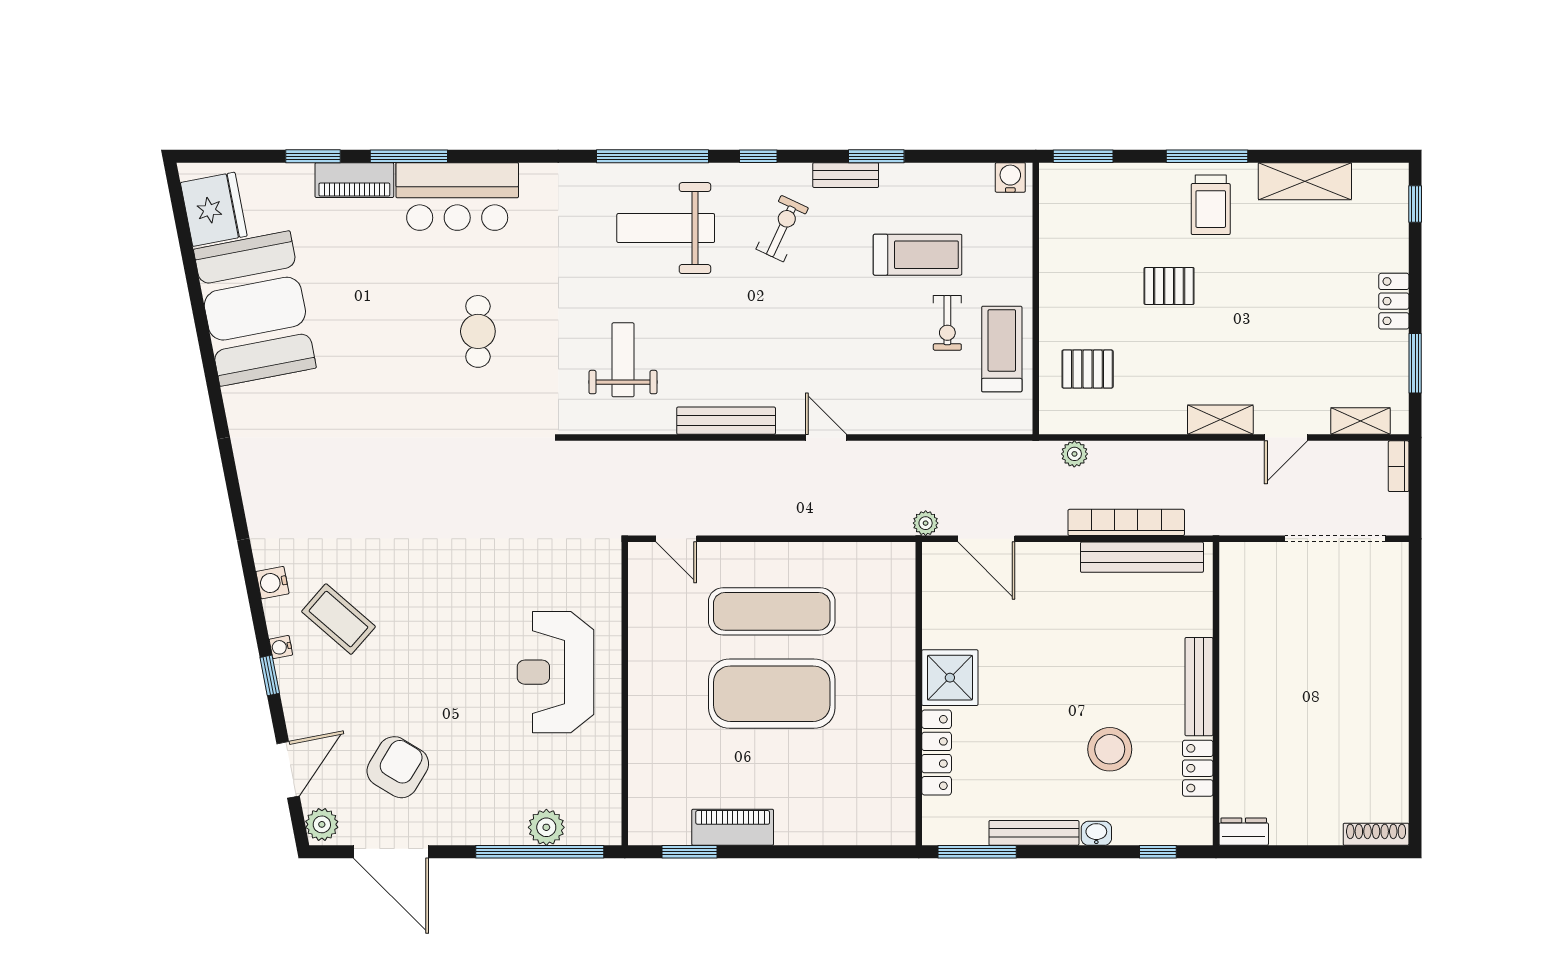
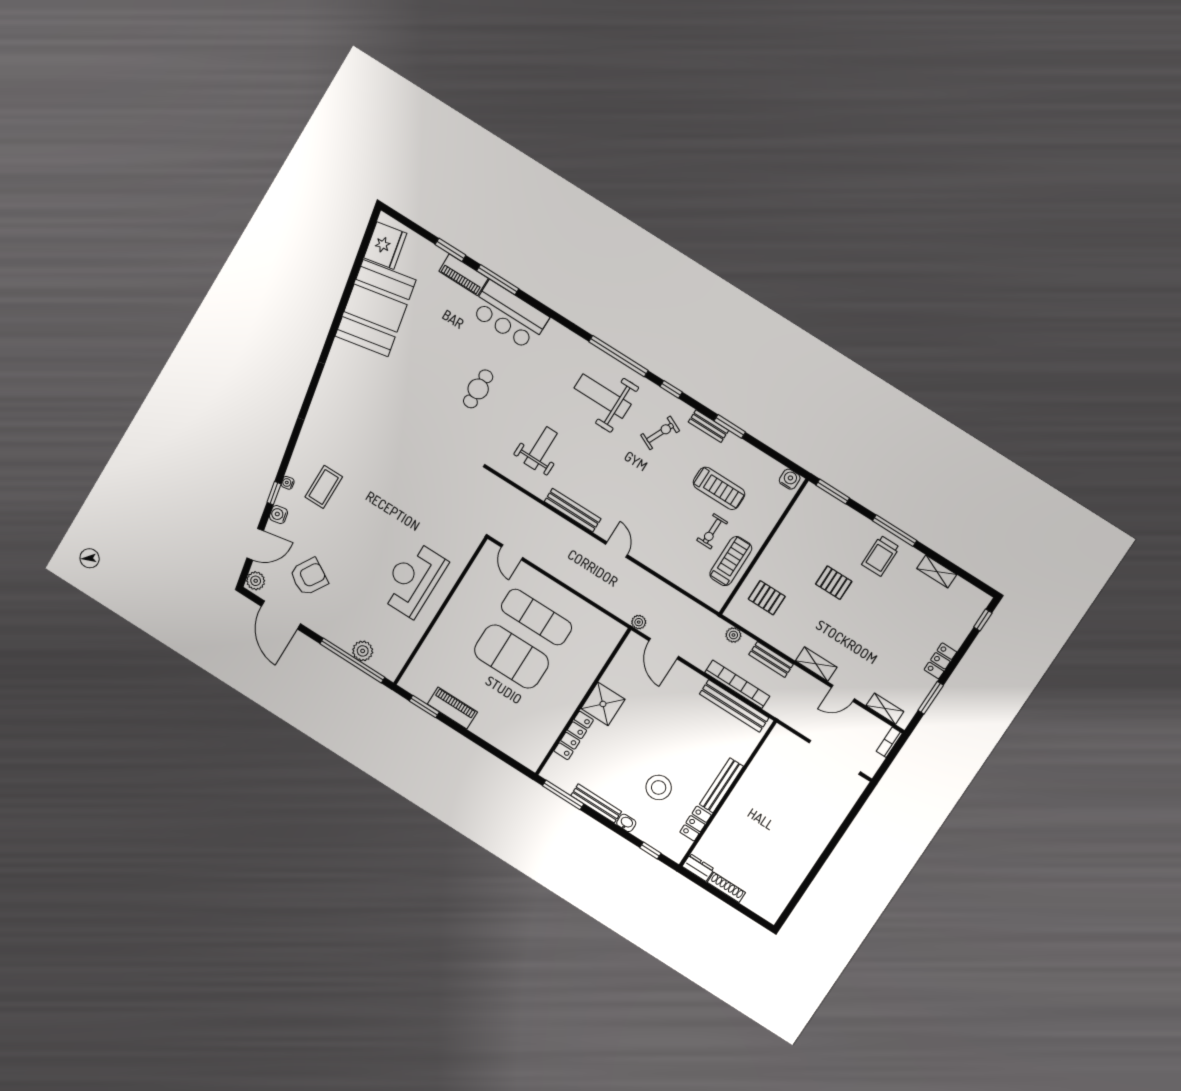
shelving: (1305, 181) -> (937, 572), width x0.67, depth x0.75
bench: (1151, 455) -> (771, 659), added
water cooler: (272, 583) -> (278, 514), moved
coffee table: (338, 619) -> (324, 487), turned 49
shoe rack: (1376, 834) -> (726, 887), moved

